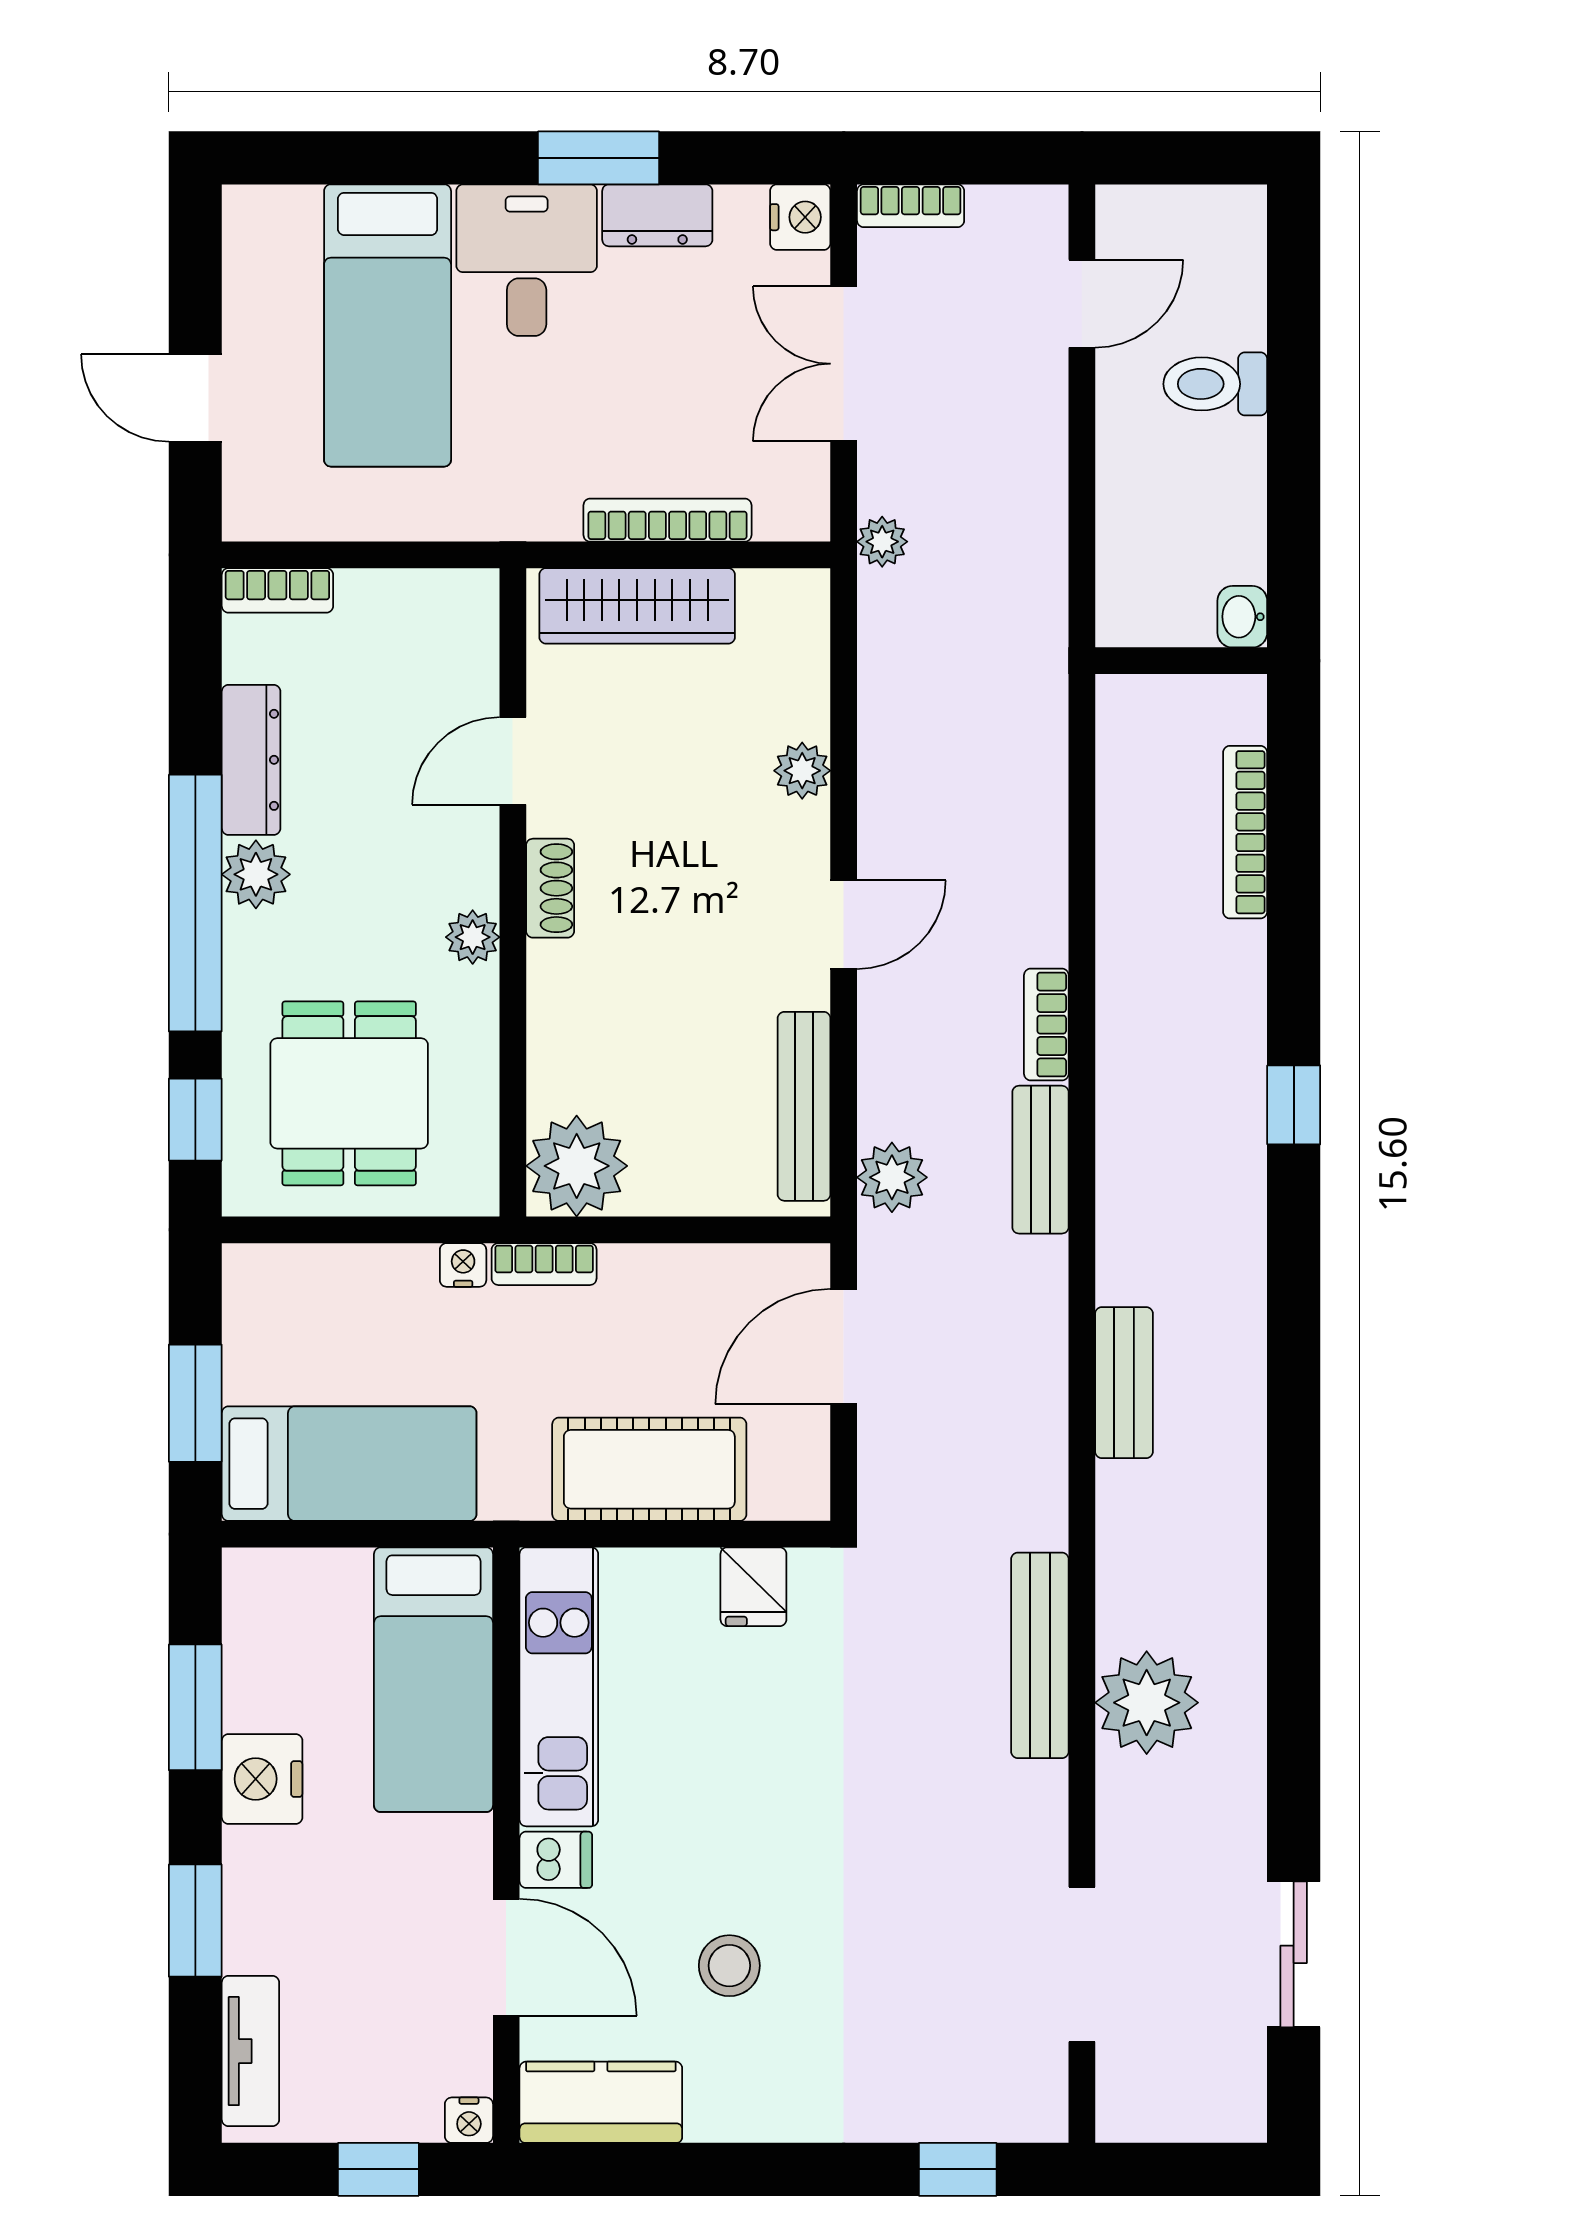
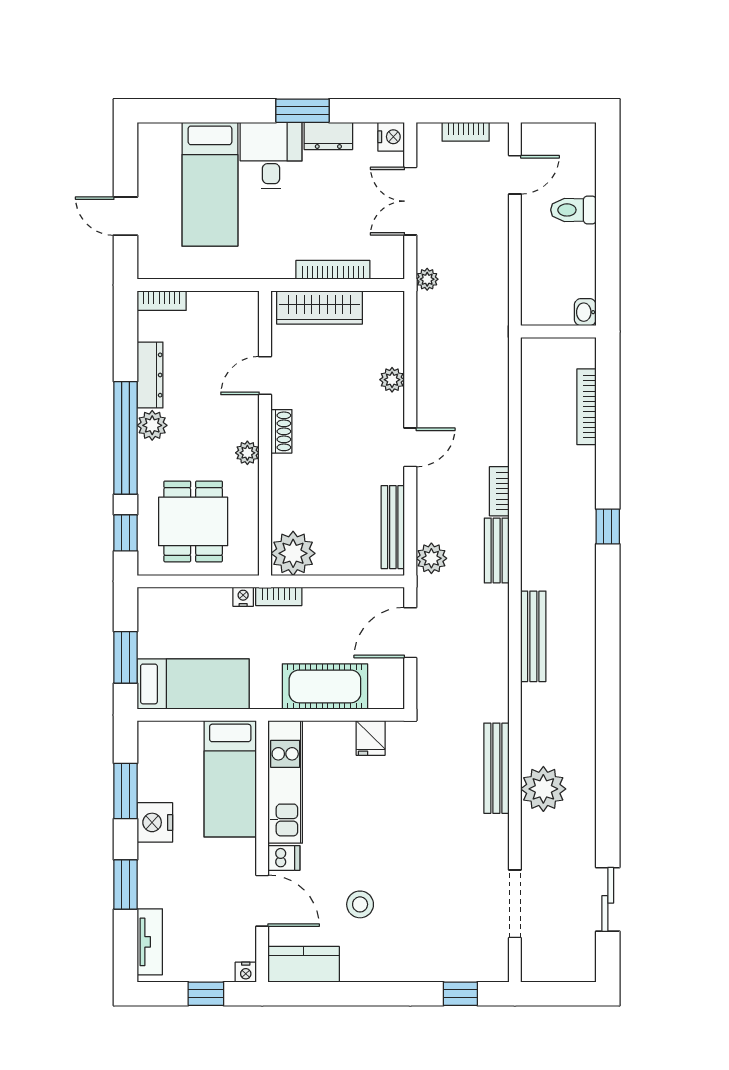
bookcase: (911, 206) -> (466, 132), moved
bench: (1124, 1383) -> (533, 636), width x1.36

